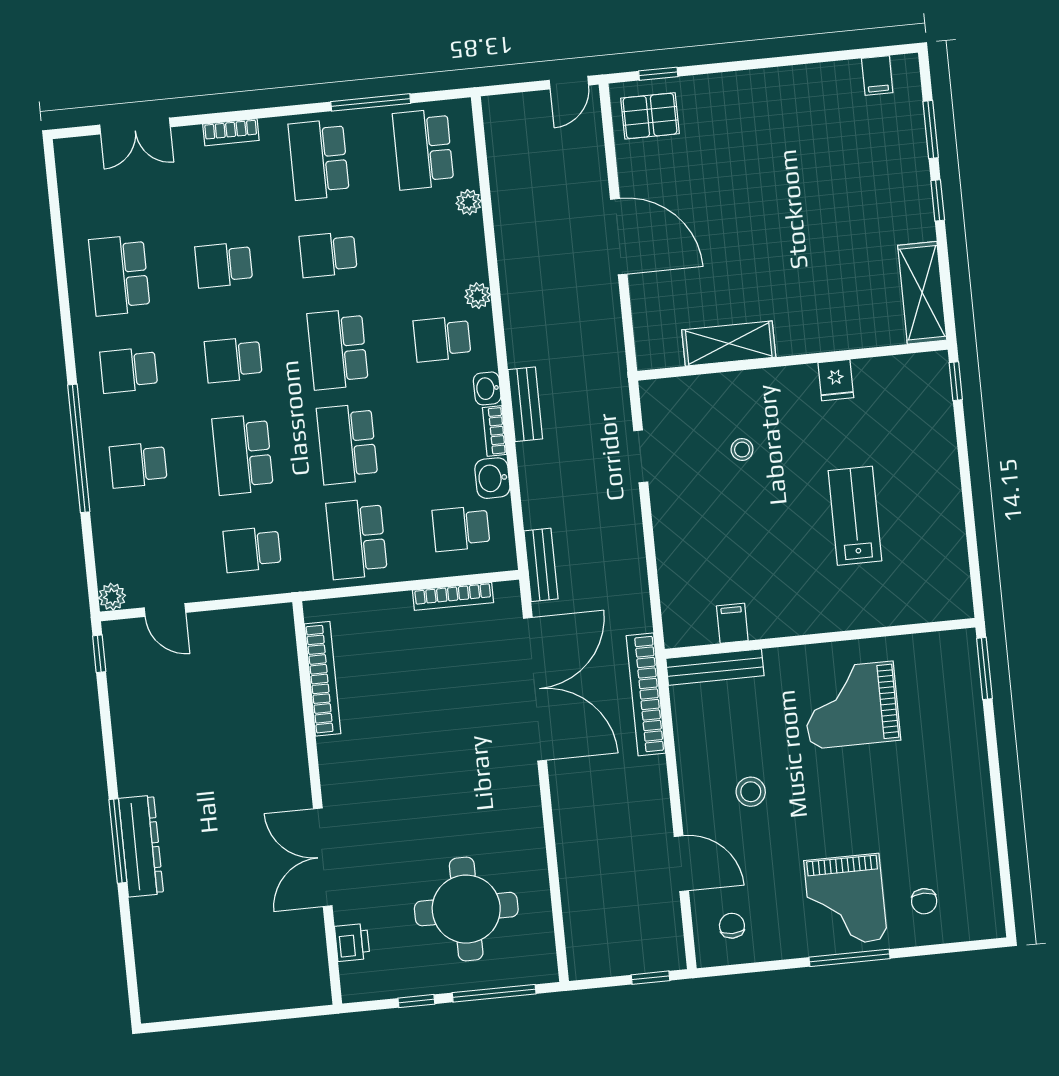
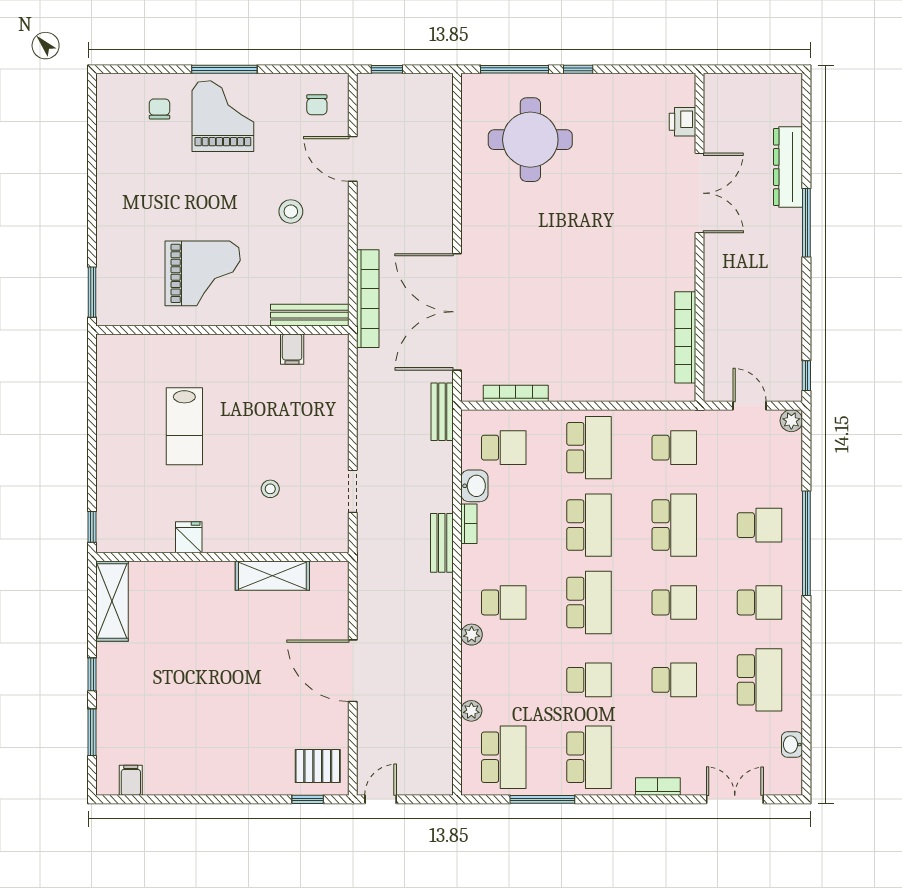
washbasin: (487, 388) -> (792, 745), moved, turned 180
bookcase: (323, 679) -> (685, 337), moved
wall: (317, 803) -> (699, 237), moved
dresser: (141, 846) -> (788, 167), moved
double door: (323, 857) -> (699, 193), moved
printer: (352, 942) -> (682, 122), moved

